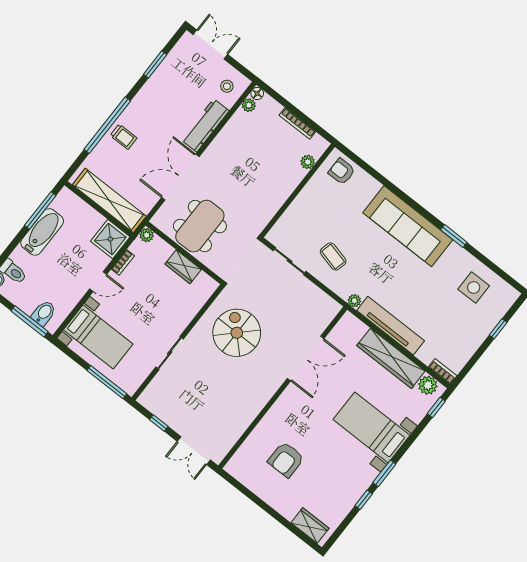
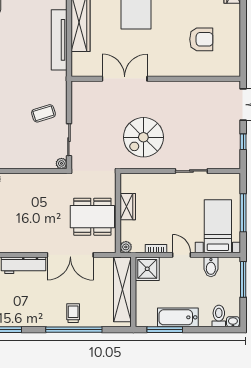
coffee table: (333, 257) -> (43, 113), turned 59
plant: (354, 301) -> (61, 163), moved
bidet: (44, 313) -> (211, 267), moved, turned -90
window: (107, 382) -> (243, 213), moved

